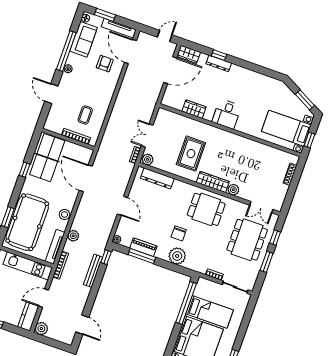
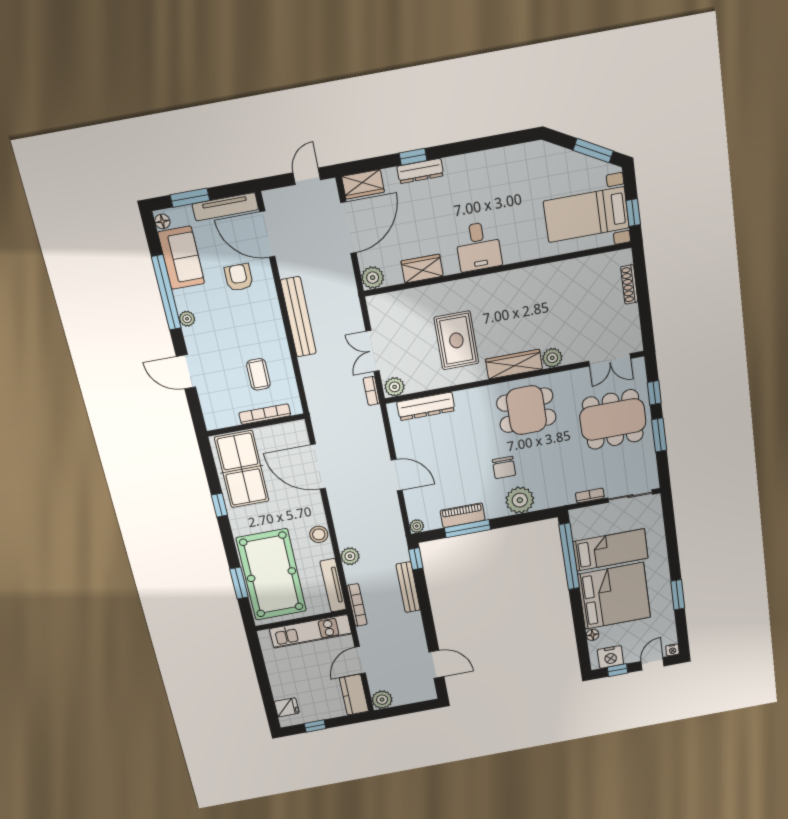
bench: (121, 98) -> (298, 317), added
plant: (168, 100) -> (373, 278), added
dining table: (247, 240) -> (613, 419), turned 90

